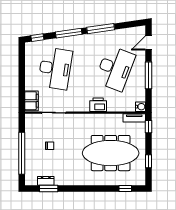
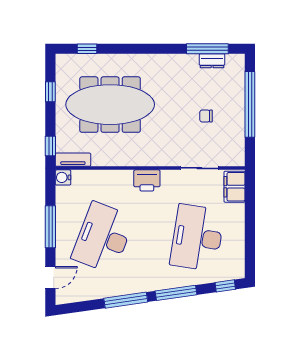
printer: (98, 105) -> (147, 180), moved
window: (49, 189) -> (207, 49), width x1.44

